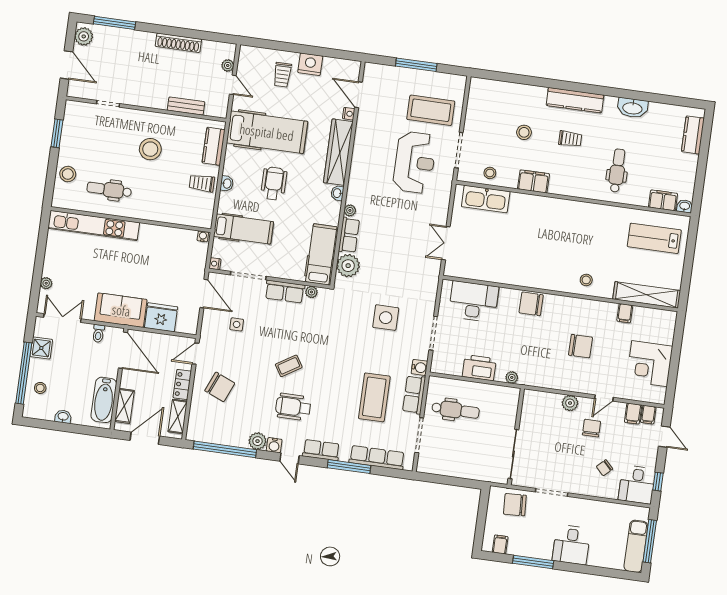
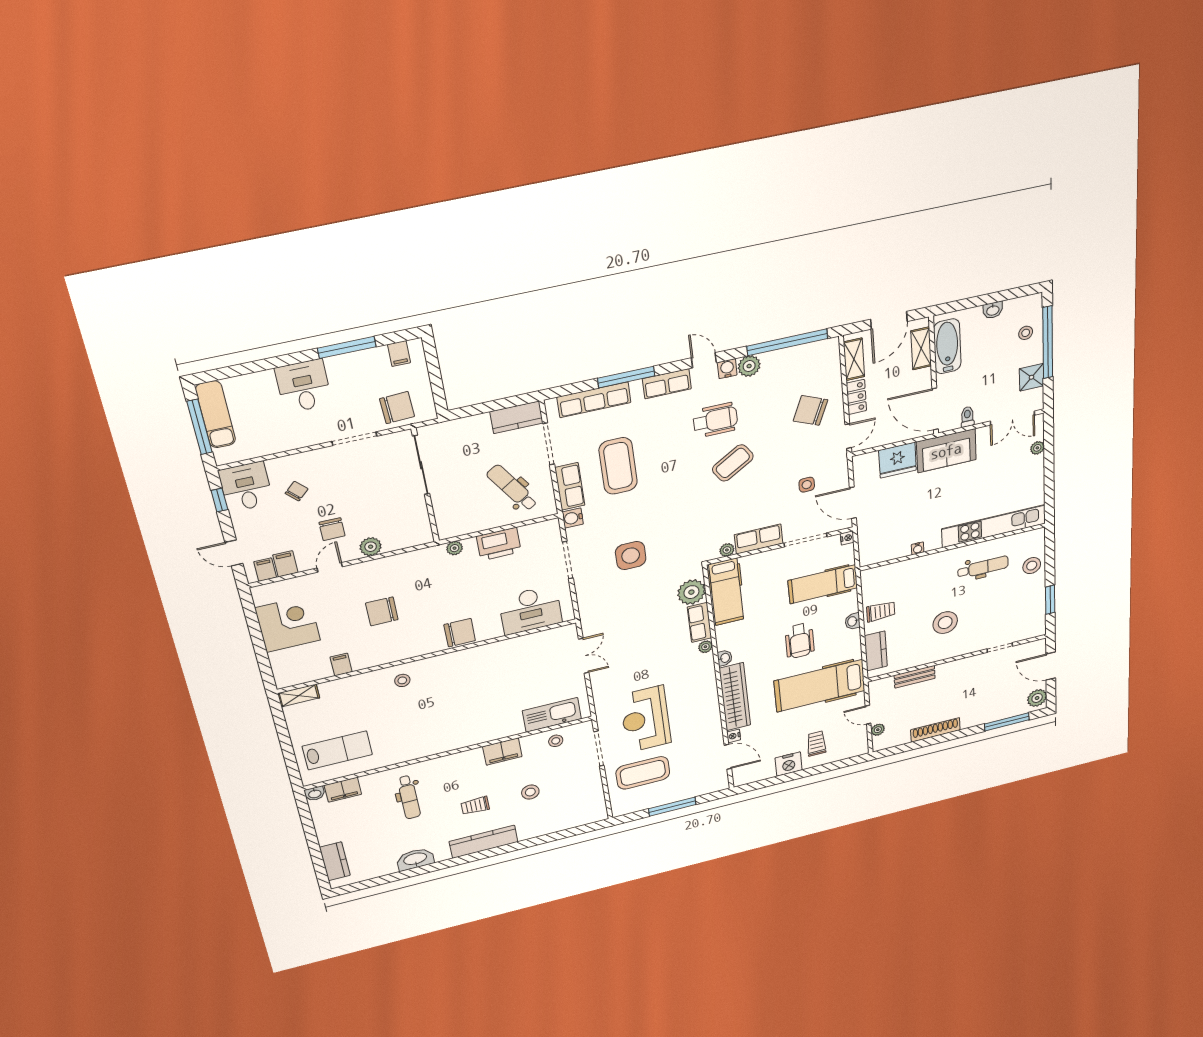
water cooler: (203, 236) -> (918, 548), moved
shelving: (647, 295) -> (299, 696), width x0.45, depth x0.75
coffee table: (289, 366) -> (733, 463), width x1.36, depth x1.30
dental chair: (456, 410) -> (512, 488), turned 57
kitchen counter: (435, 465) -> (516, 417), added

